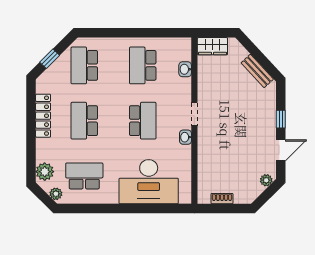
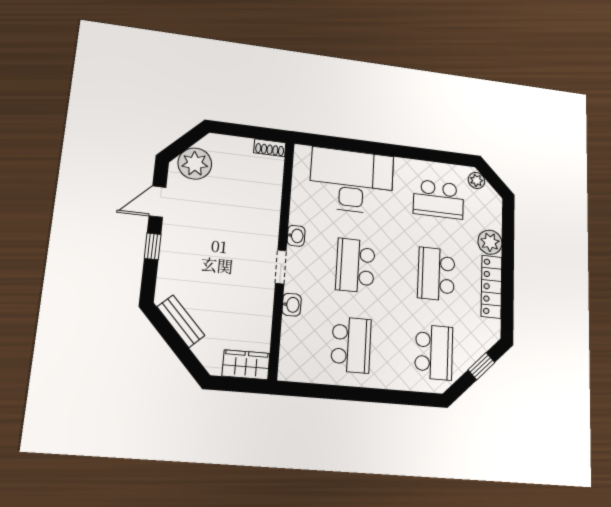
washbasin: (185, 69) -> (292, 305), moved
school desk: (84, 121) -> (436, 274), turned 180
plant: (45, 172) -> (490, 242), moved
plant: (266, 180) -> (195, 164), width x1.87, depth x1.87
shoe rack: (222, 199) -> (270, 148), moved

